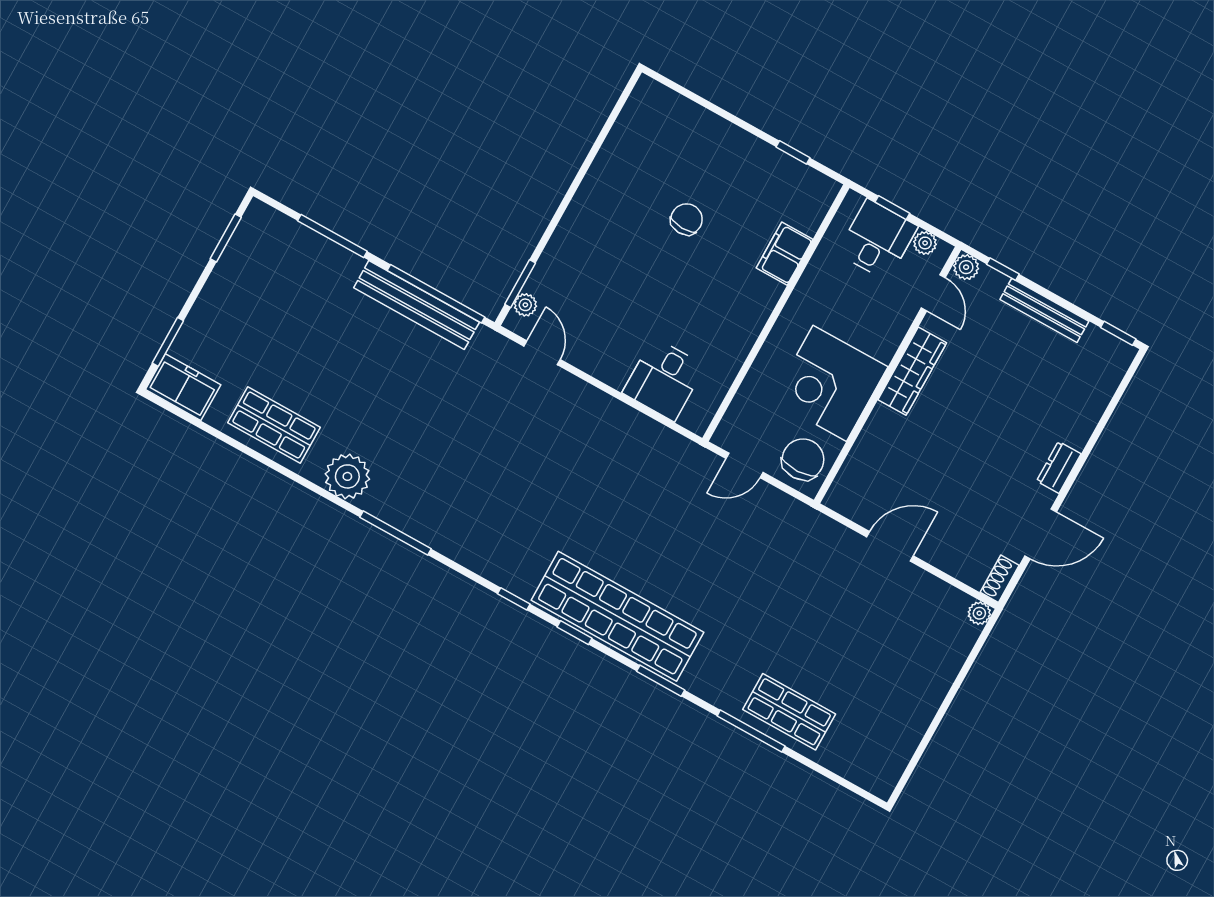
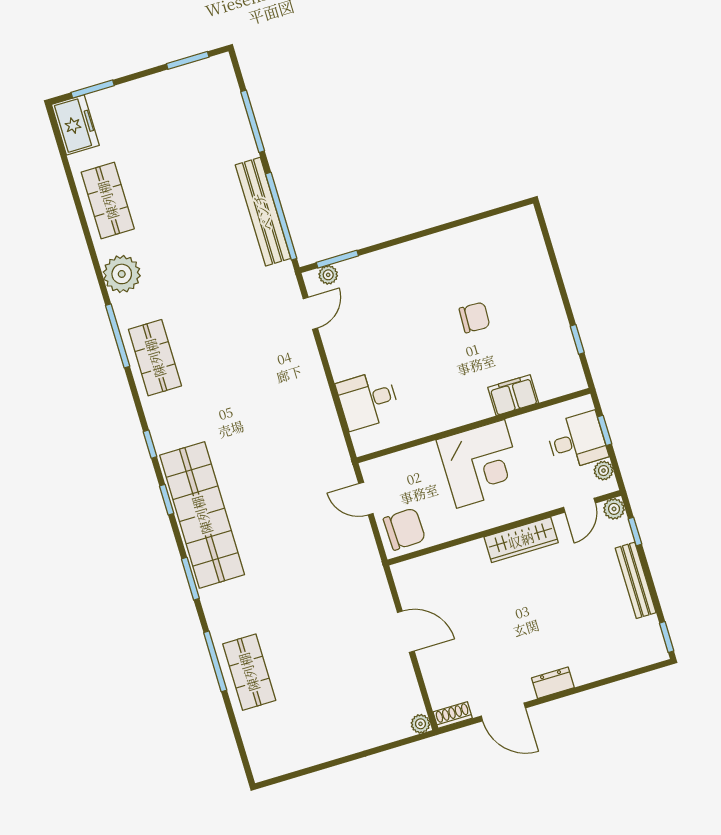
corner desk: (830, 383) -> (481, 464), moved, turned 180
shop shelf: (446, 521) -> (155, 358), added

